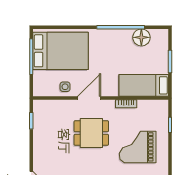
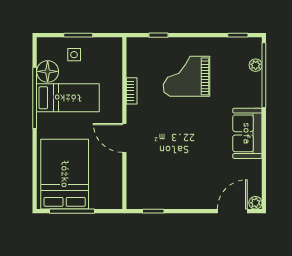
bed: (144, 85) -> (68, 98), moved, turned -90
side table: (65, 87) -> (74, 55), moved
dining table: (91, 133) -> (169, 135), removed
grand piano: (138, 147) -> (186, 76), turned 90

